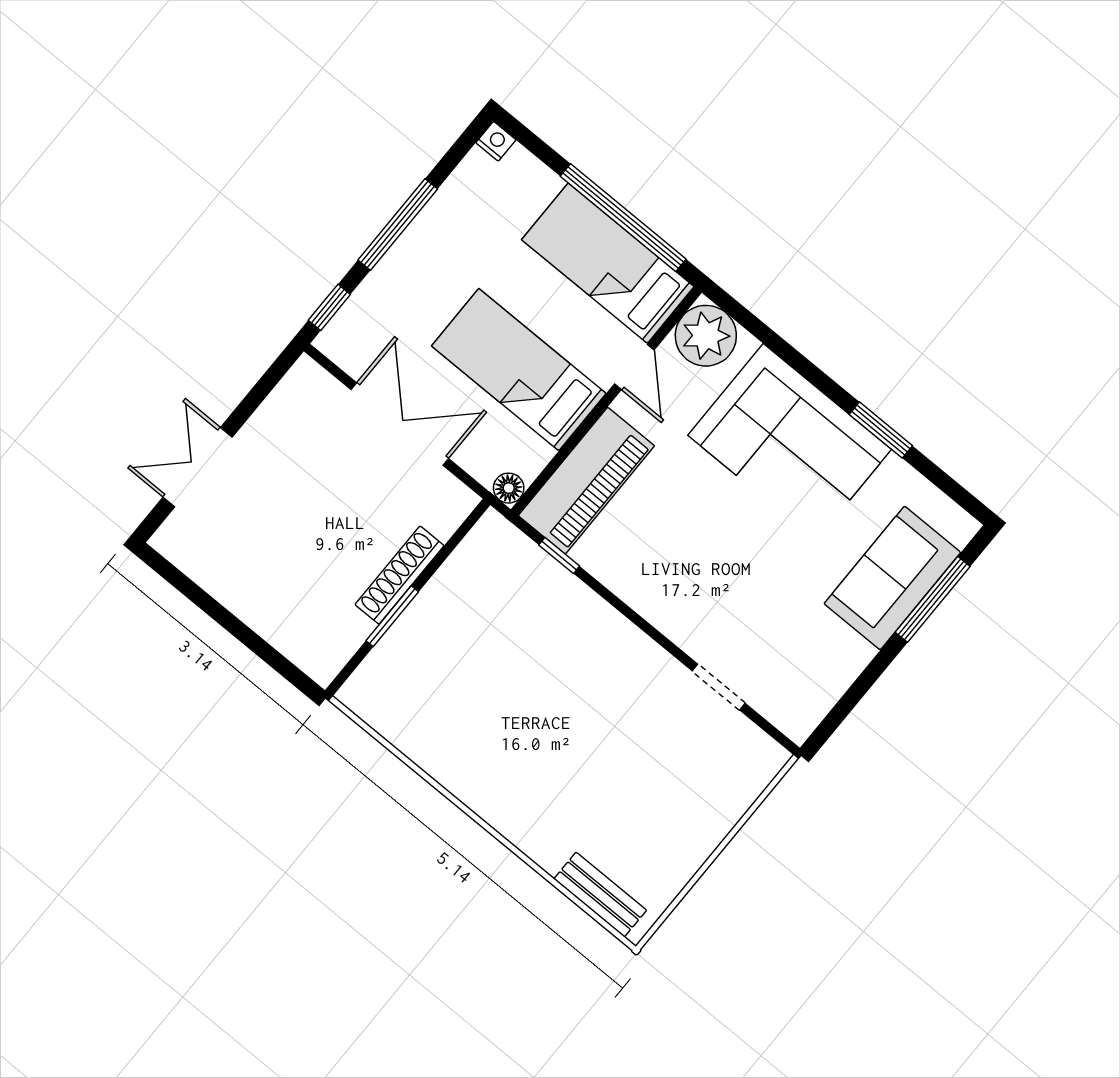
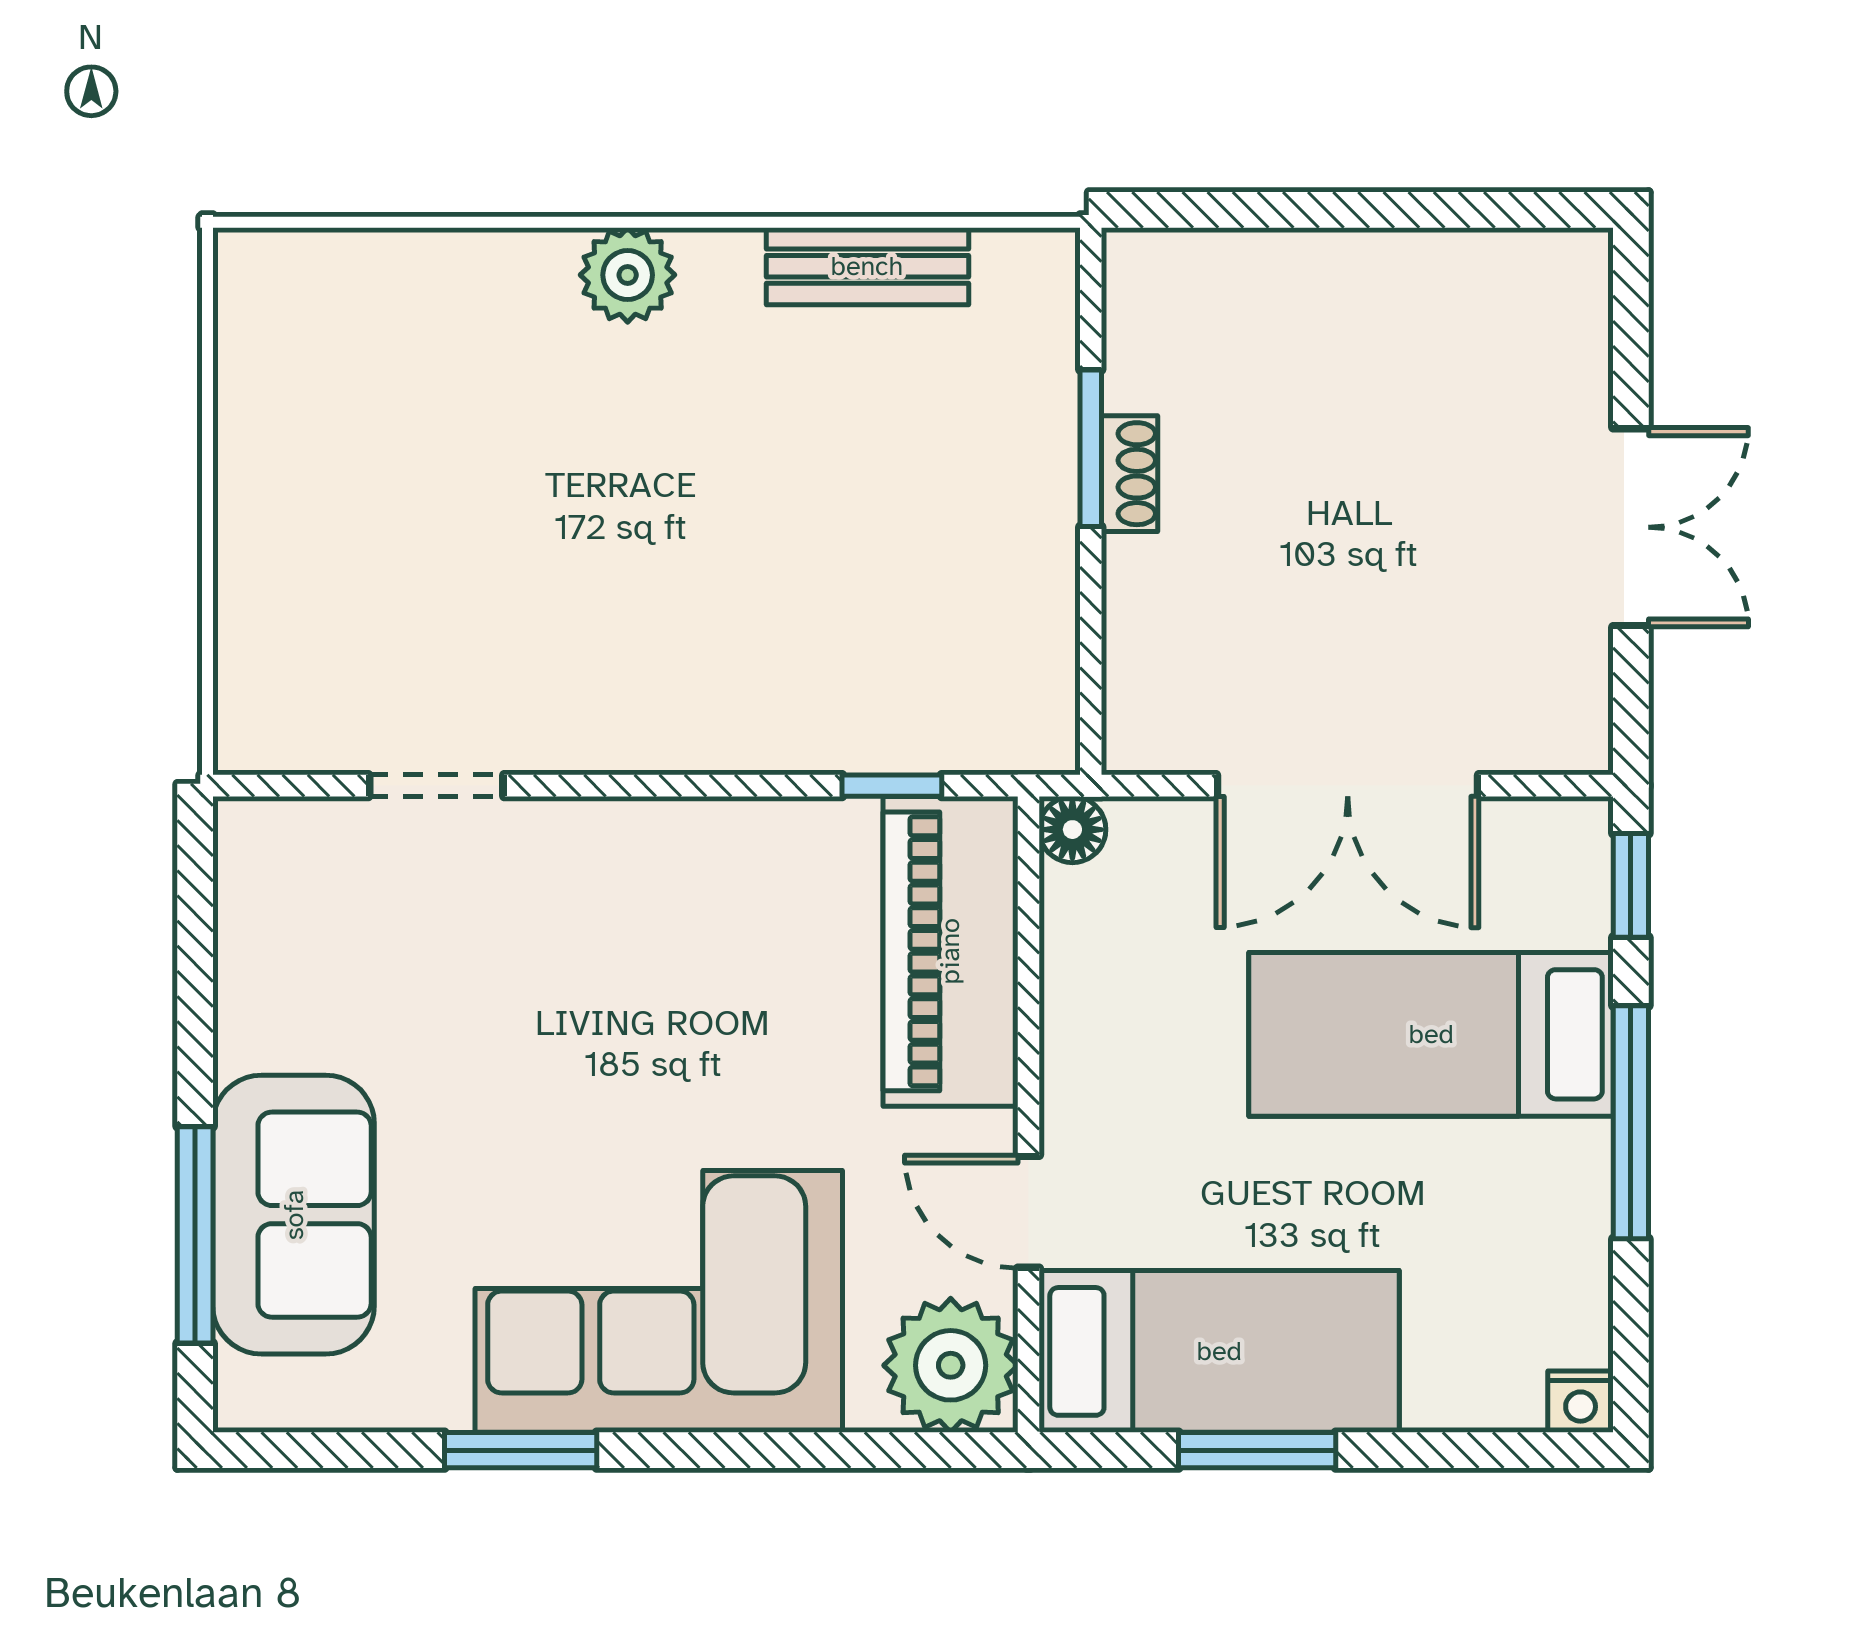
window: (623, 218) -> (1257, 1450), width x0.47
bed: (519, 370) -> (1431, 1034), moved, turned 180
double door: (198, 467) -> (1631, 527), moved
shoe rack: (400, 575) -> (1130, 474), width x0.51, depth x0.81
plant: (504, 810) -> (628, 275), added
bench: (600, 895) -> (867, 266), moved

